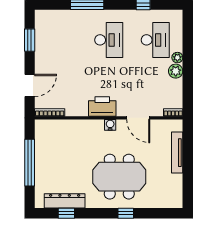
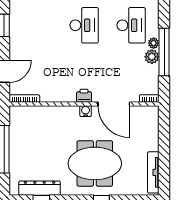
window: (188, 66) -> (164, 52), added
printer: (102, 106) -> (84, 96), width x0.53, depth x0.68
door: (138, 118) -> (114, 104), width x1.36
tv unit: (177, 153) -> (153, 172), moved

